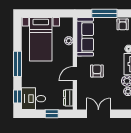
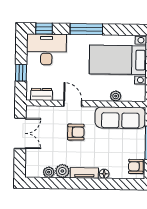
desk: (34, 99) -> (46, 49), width x1.37

